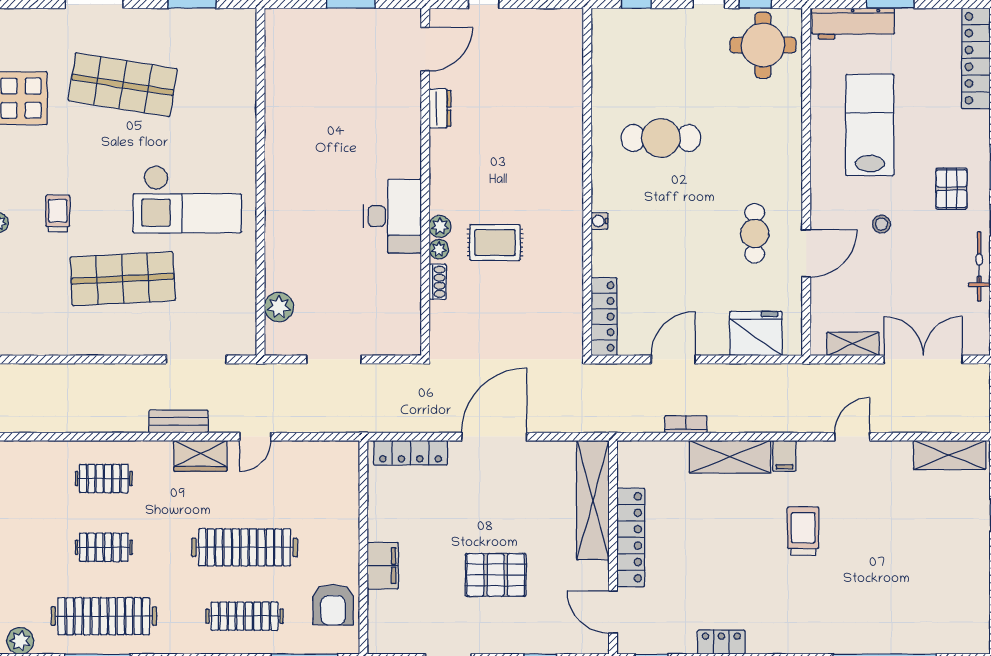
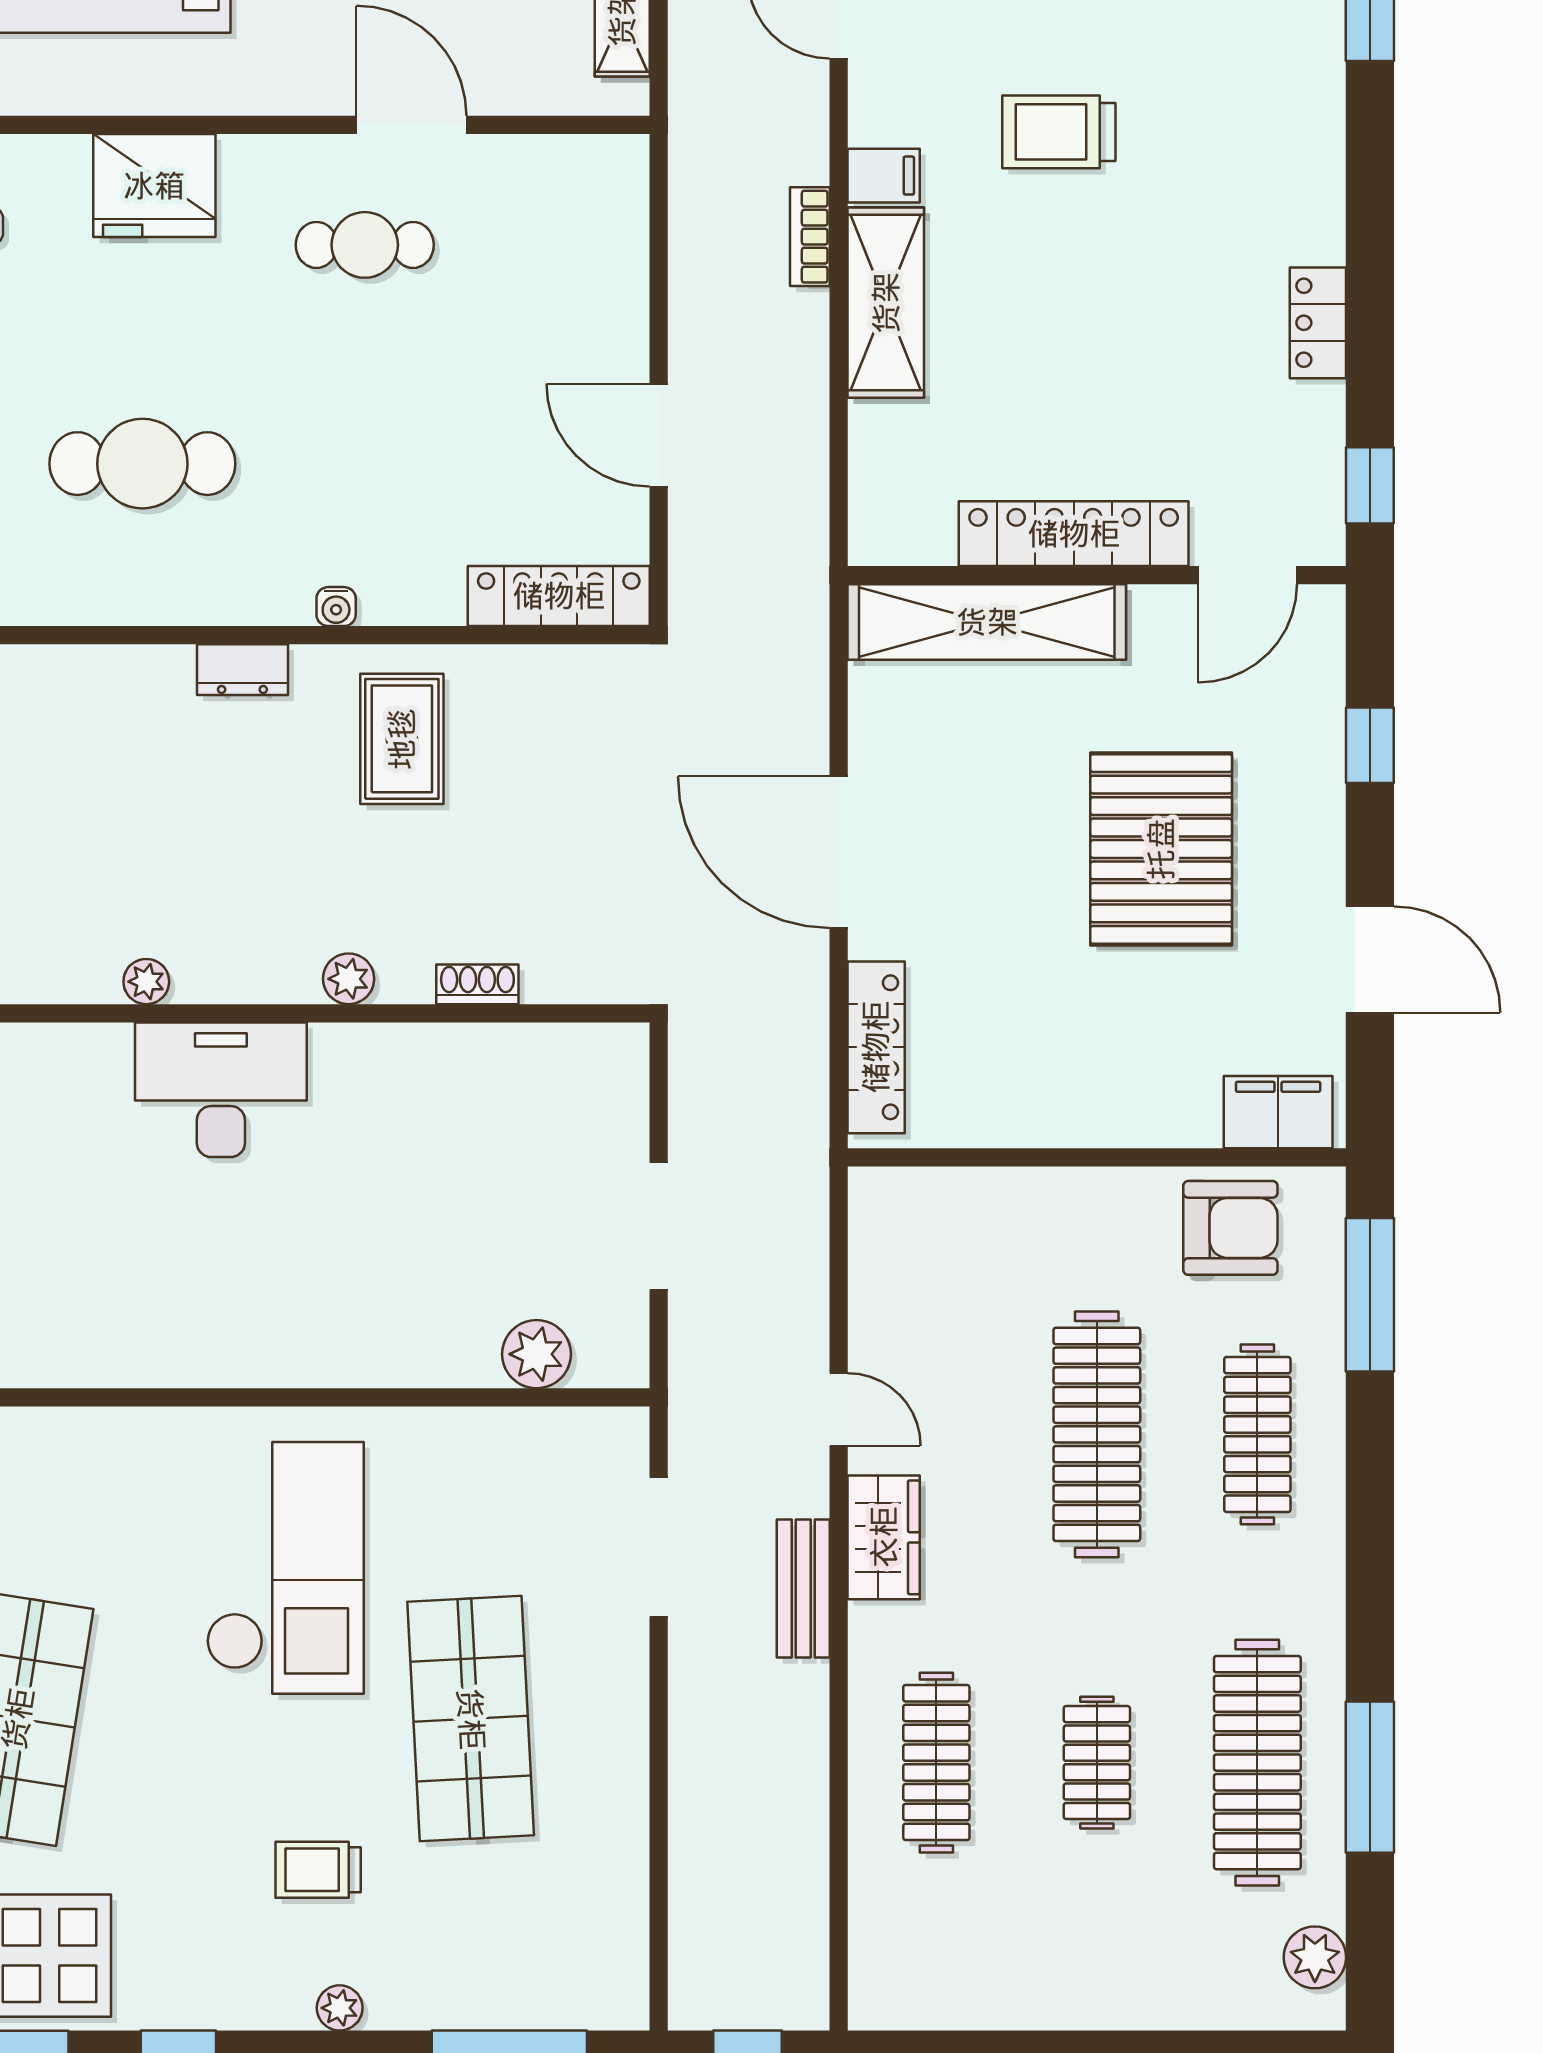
dresser: (440, 108) -> (242, 670), moved, turned 180
cafe table: (661, 138) -> (142, 464), turned 90
desk: (392, 216) -> (221, 1090), moved
rug: (495, 243) -> (402, 739), moved
plant: (439, 249) -> (146, 982), moved
fridge: (756, 333) -> (154, 186), moved, turned -90
bookcase: (686, 424) -> (810, 237), moved
clothes rail: (104, 478) -> (936, 1763), width x1.36
filing cabinet: (383, 566) -> (1278, 1112), moved
pallet: (496, 575) -> (1161, 849), width x1.37, depth x1.41

